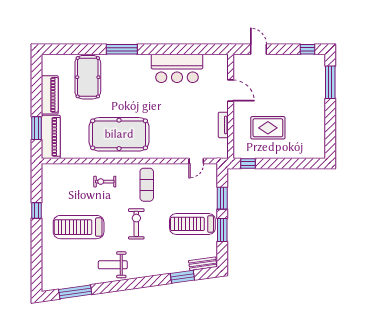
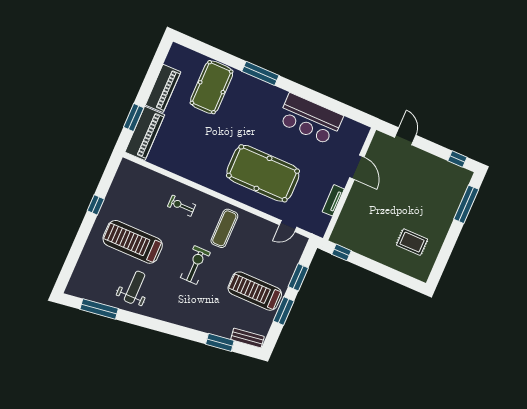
rug: (268, 128) -> (412, 242), moved, width x0.73, depth x0.70
pool table: (119, 134) -> (263, 173), moved
weight bench: (113, 265) -> (135, 287), moved, turned 90

